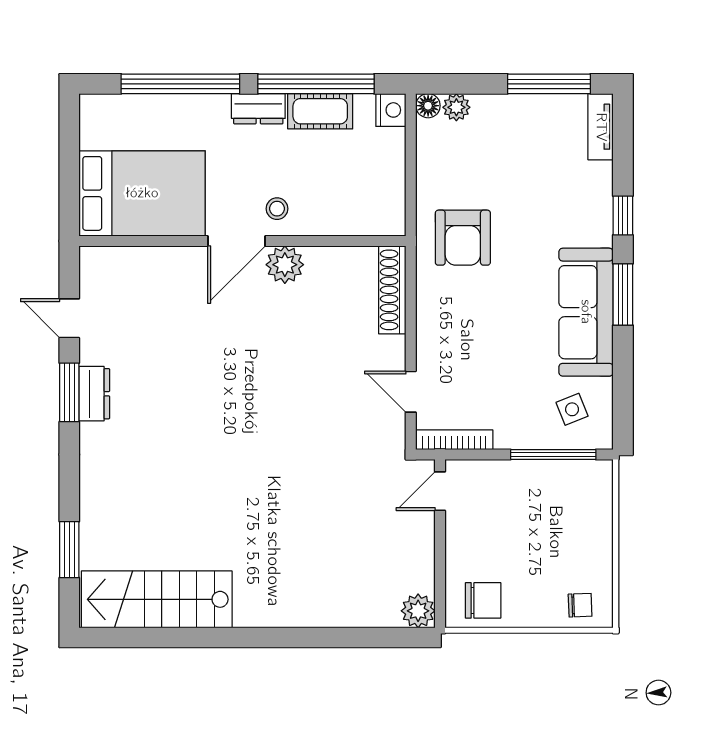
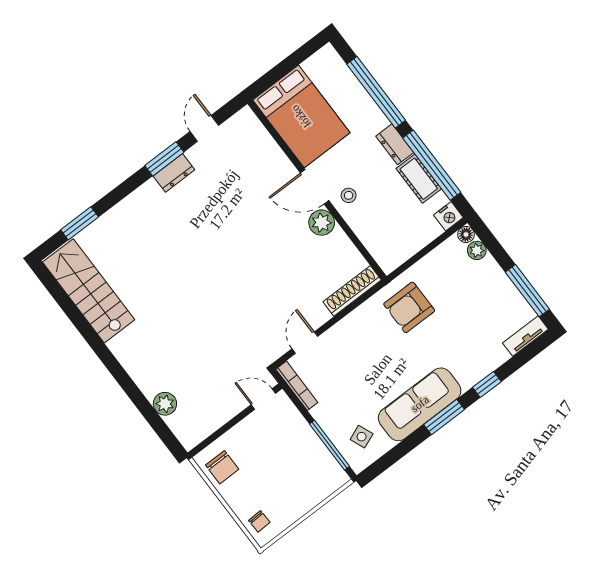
plant: (418, 611) -> (165, 404), moved

